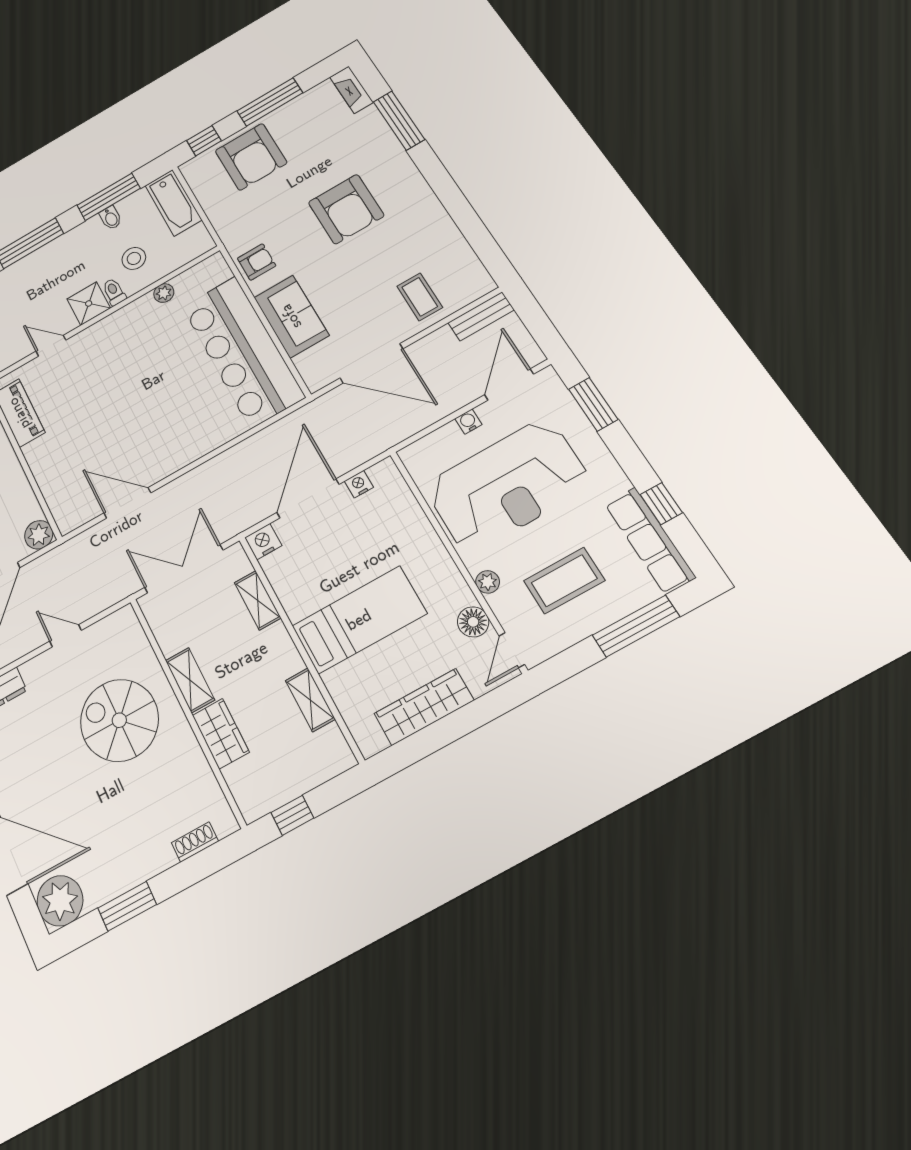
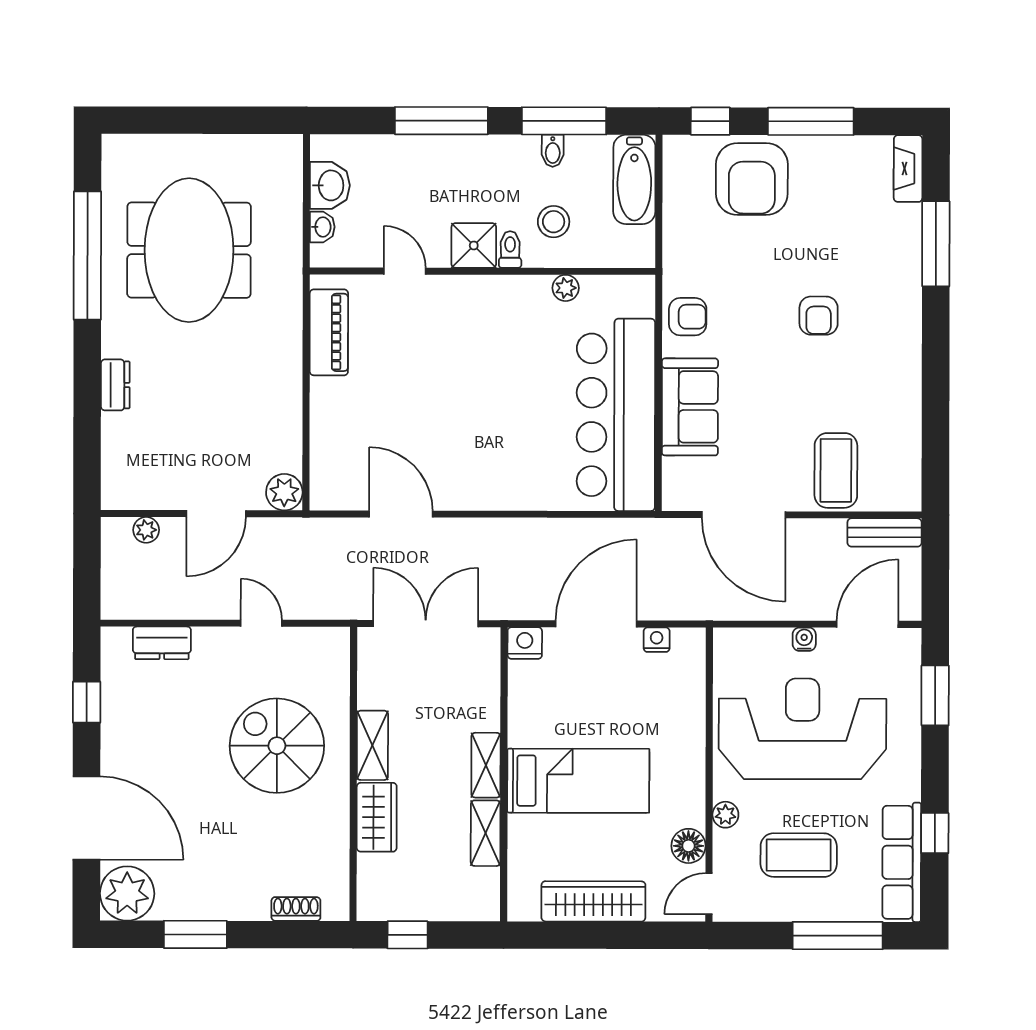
armchair: (346, 209) -> (819, 316), width x0.53, depth x0.53
coffee table: (420, 297) -> (836, 470), width x1.36, depth x1.30
reception desk: (507, 485) -> (802, 729), turned 180
shelving: (258, 600) -> (486, 765), moved

